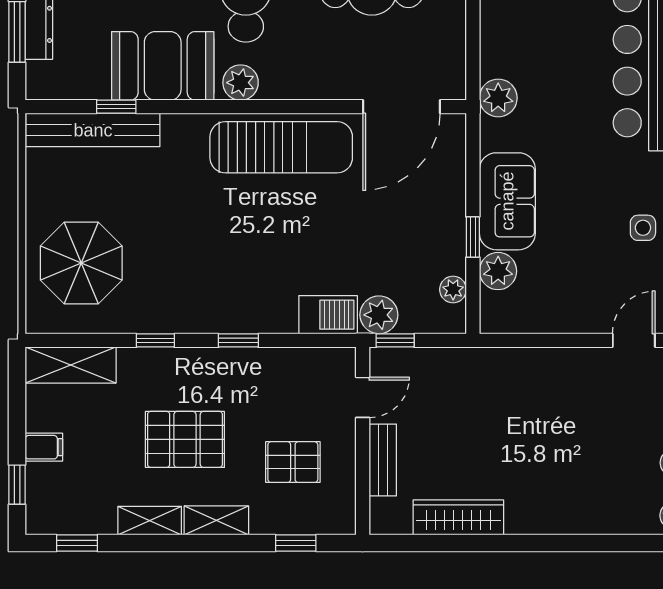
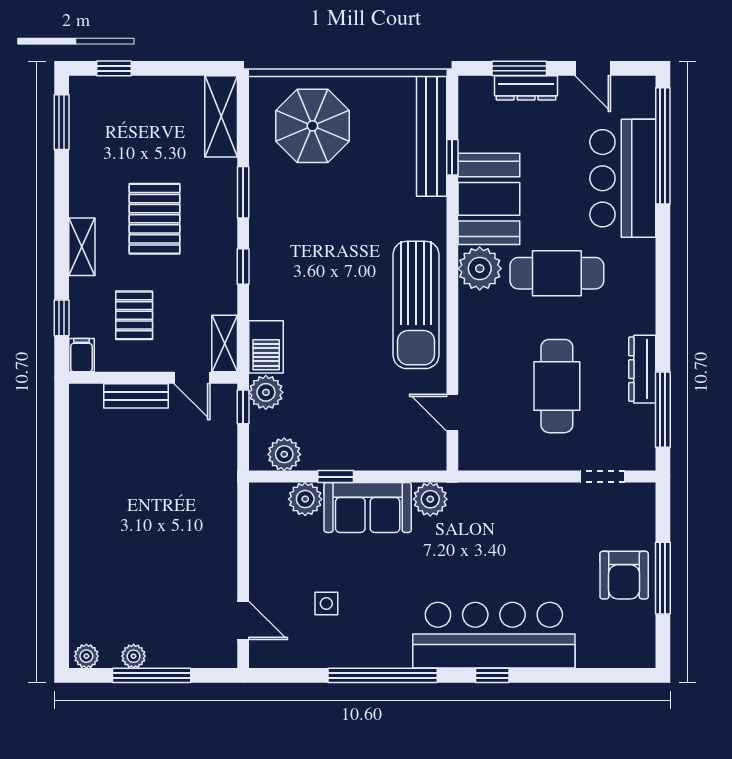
plant: (241, 83) -> (480, 269), width x1.36, depth x1.36
plant: (498, 98) -> (430, 499), moved
door: (401, 107) -> (452, 413), width x0.53
side table: (643, 228) -> (326, 603), moved
plant: (453, 289) -> (284, 454), width x1.38, depth x1.38
window: (155, 340) -> (243, 192), width x1.50
filing cabinet: (44, 447) -> (81, 355), moved, turned 180
wardrobe: (458, 517) -> (85, 464), removed
shelving: (150, 521) -> (225, 343), moved
window: (77, 543) -> (62, 122), width x1.50

